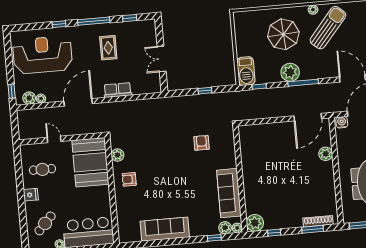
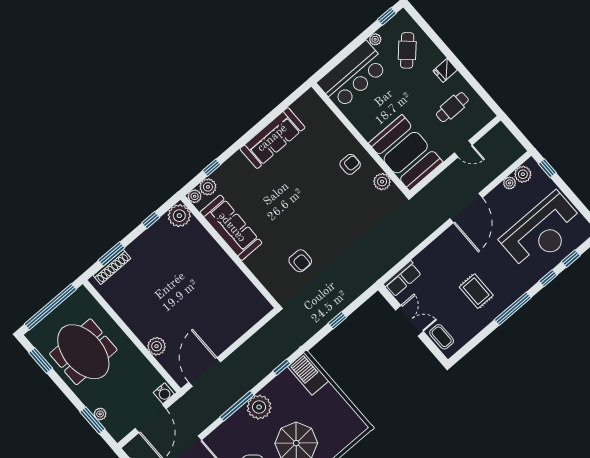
window: (130, 18) -> (571, 259), moved
coffee table: (149, 35) -> (442, 337), added
row of seats: (118, 90) -> (402, 279), moved

